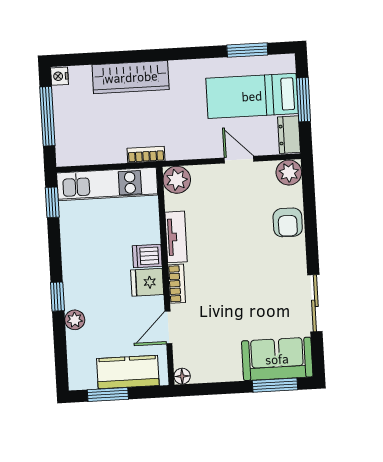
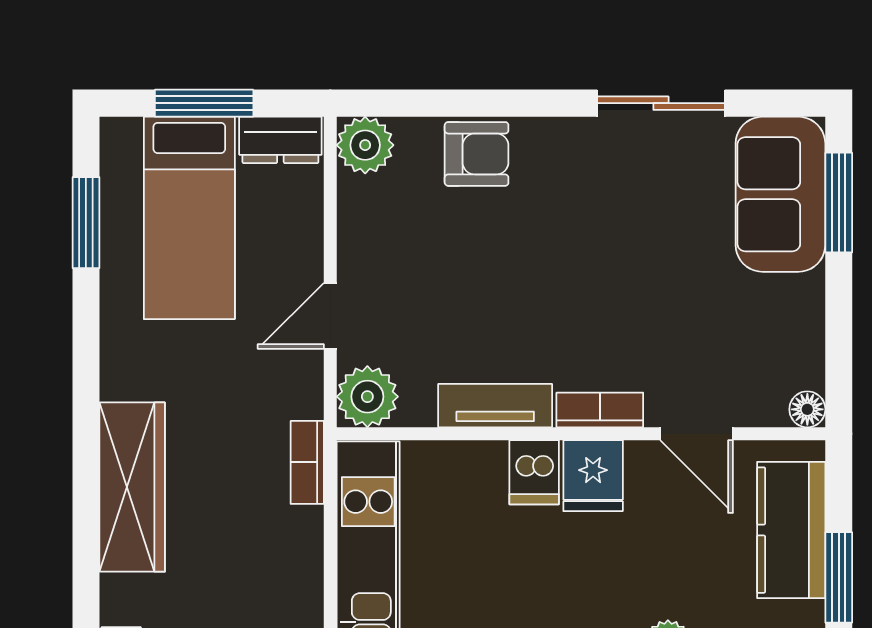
door: (239, 160) -> (330, 316), moved

